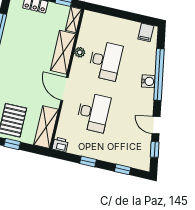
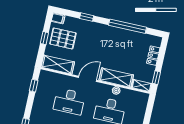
printer: (60, 145) -> (44, 76), removed
window: (88, 161) -> (34, 86), moved

